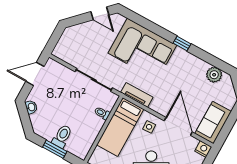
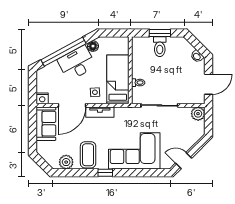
plant: (61, 51) -> (198, 114), added
coffee table: (189, 70) -> (88, 155), added
tv unit: (137, 95) -> (100, 112), moved
door: (178, 126) -> (72, 105), hinge flipped

